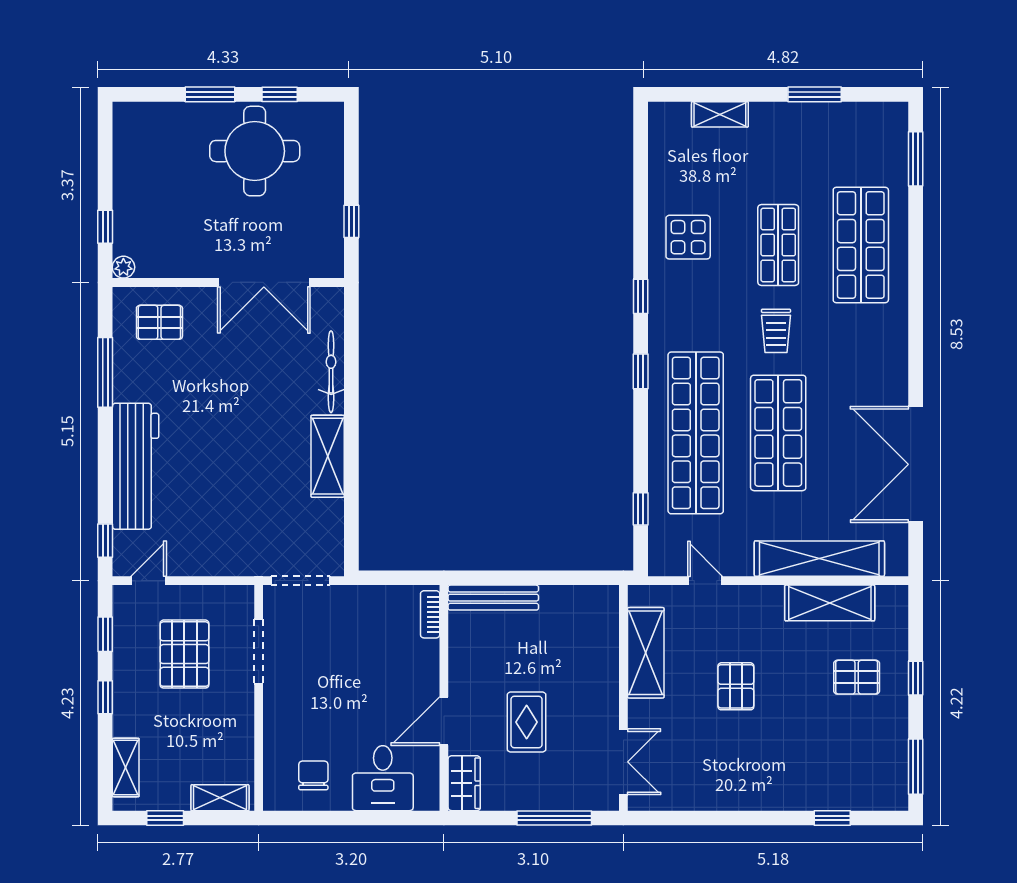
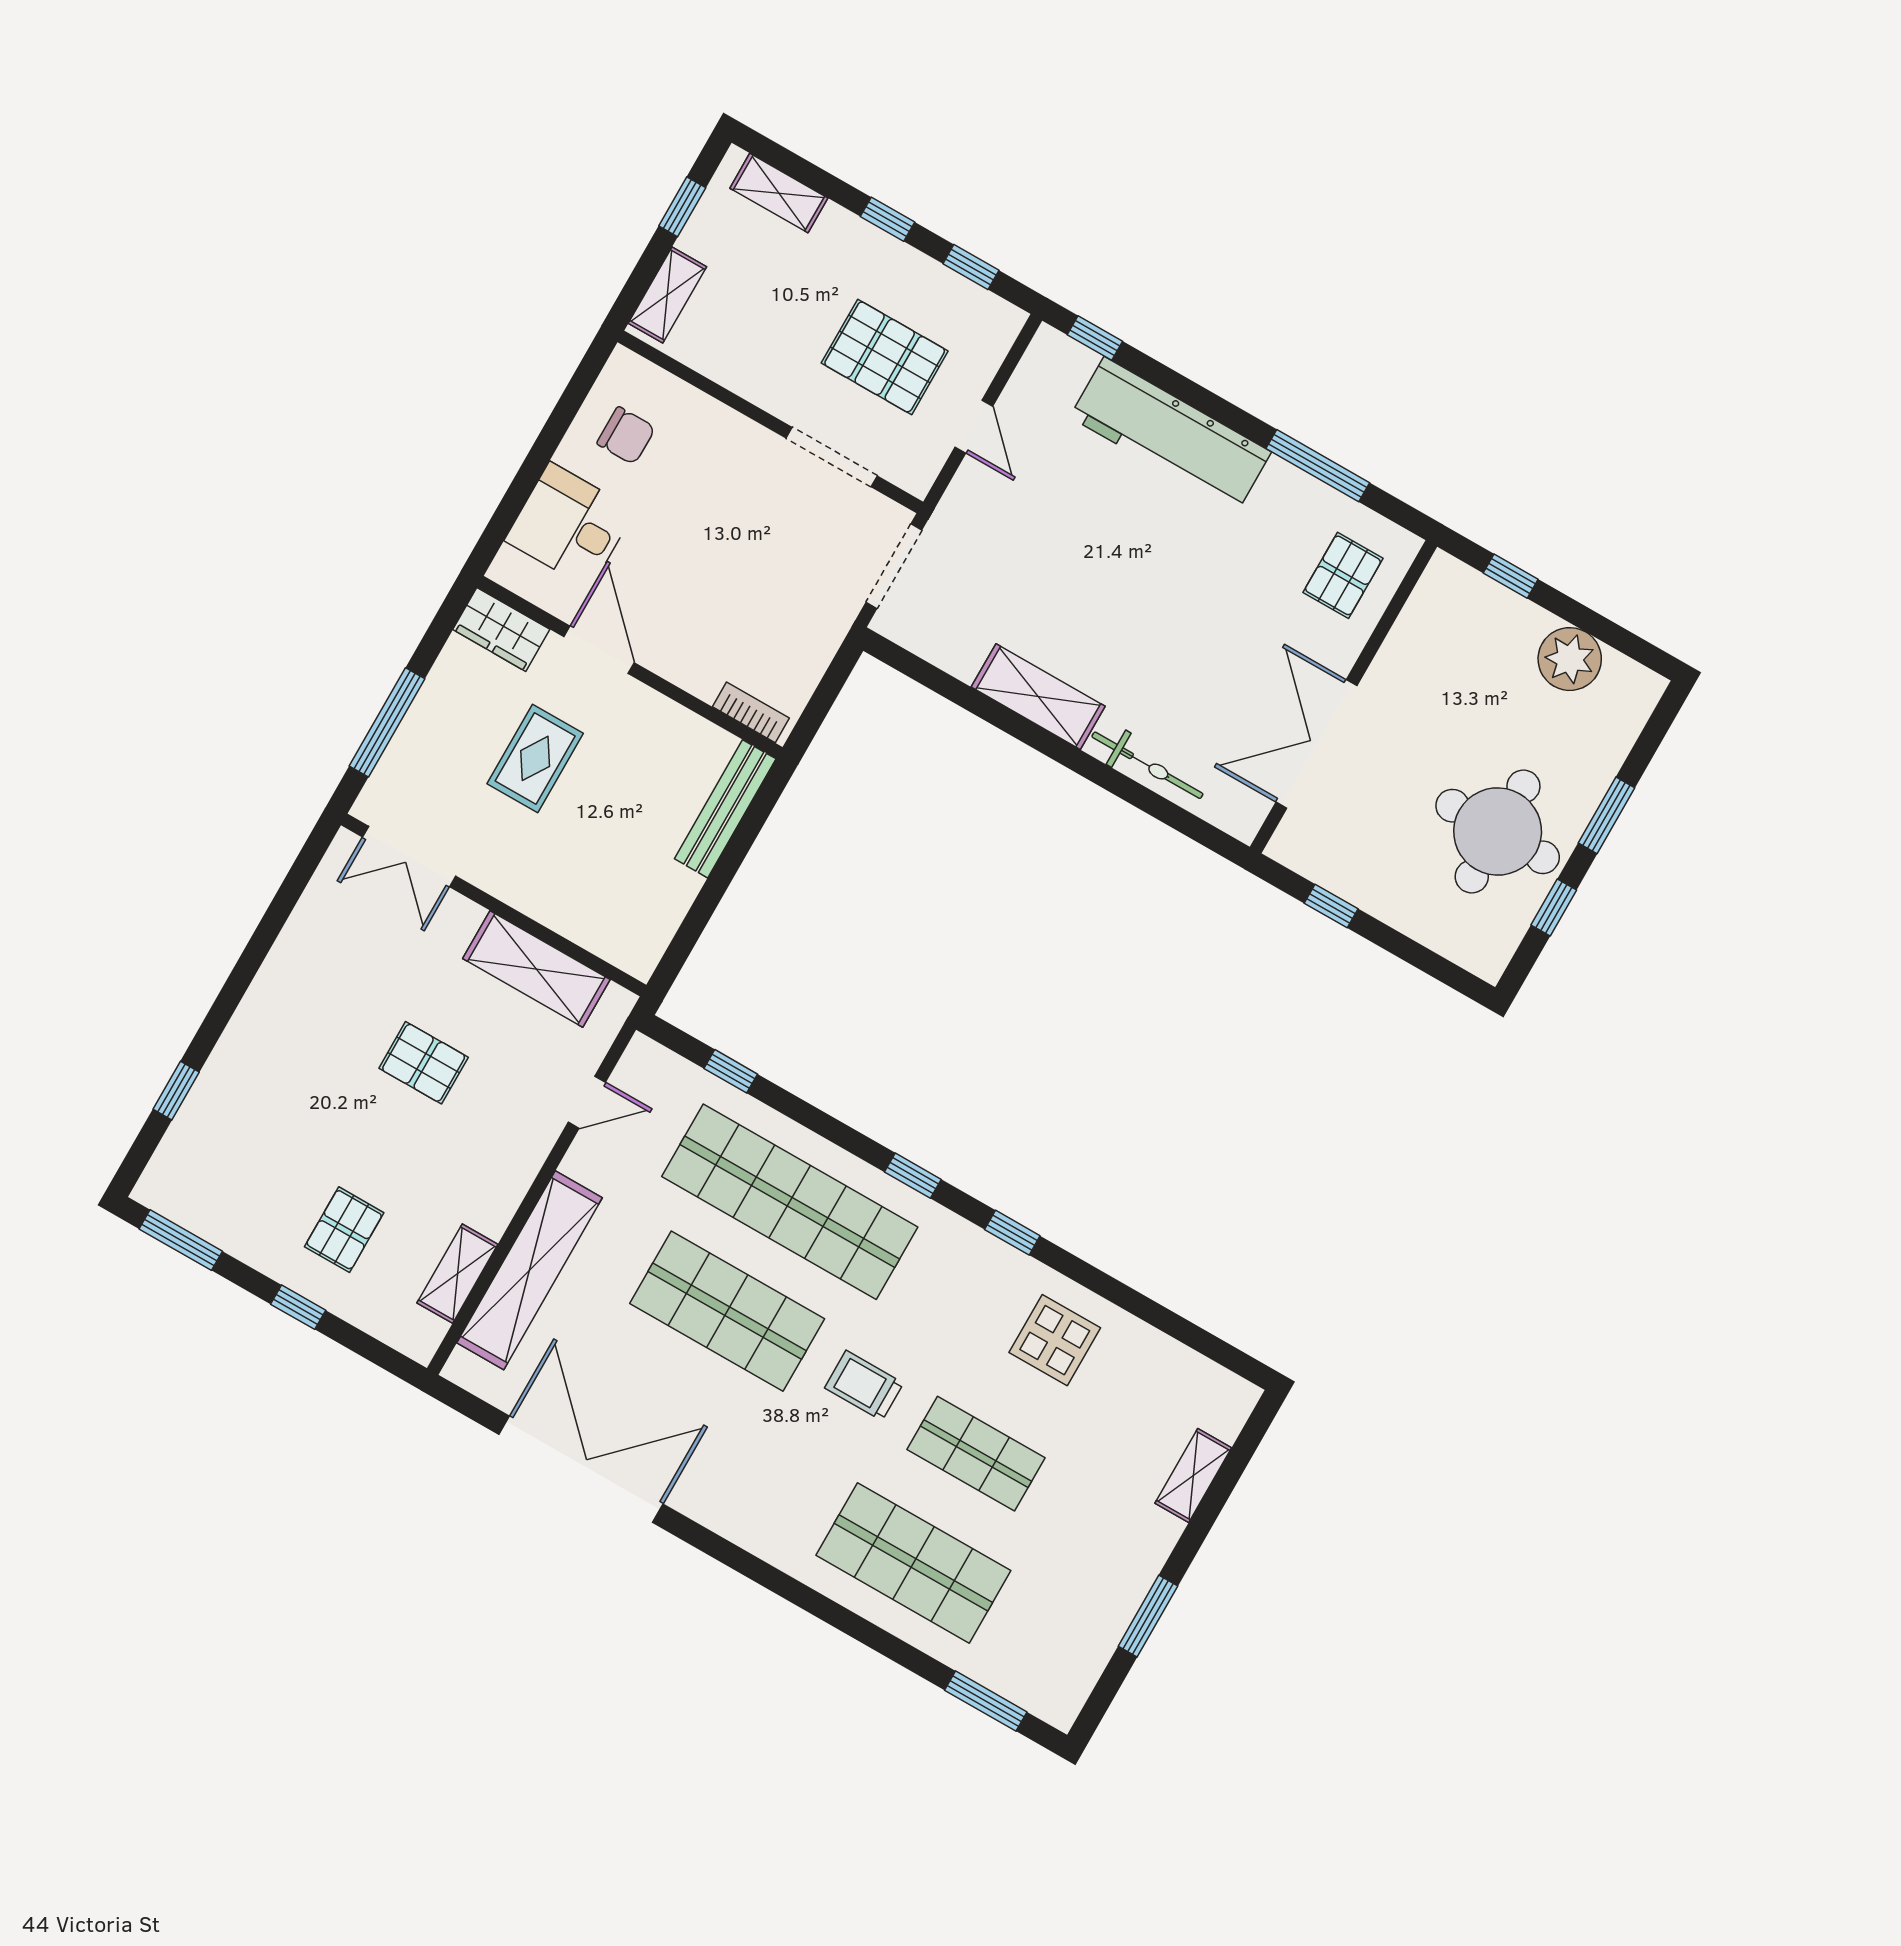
plant: (123, 267) -> (1570, 659), moved, width x1.87, depth x1.87
door: (149, 581) -> (974, 427), moved
shelving: (830, 603) -> (457, 1274), width x0.67, depth x0.75
rug: (527, 722) -> (535, 758), turned 90

